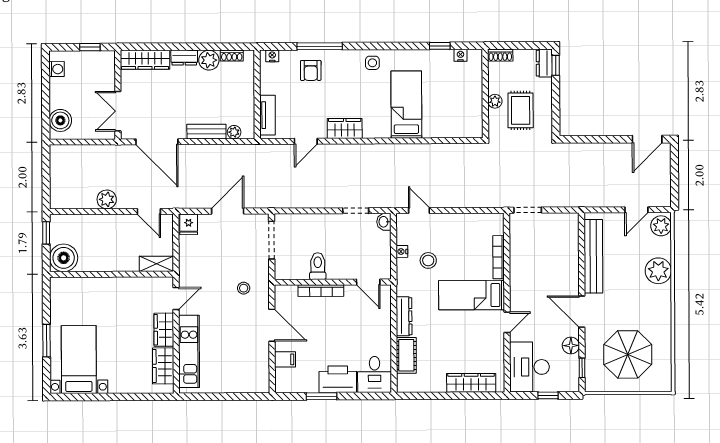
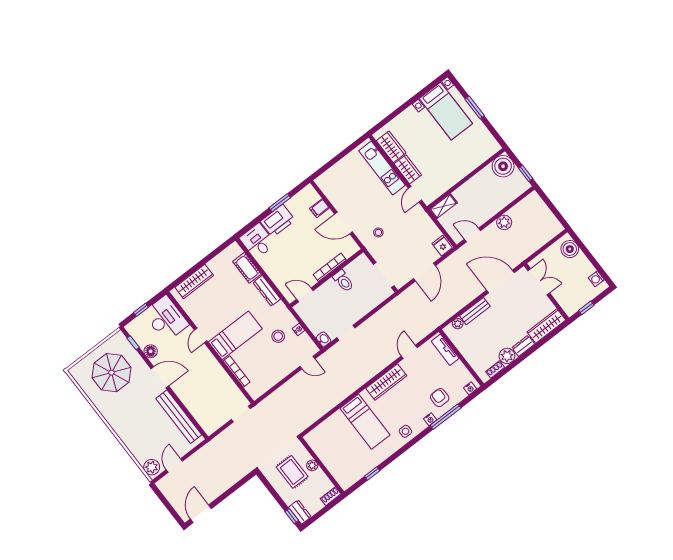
nightstand: (460, 55) -> (430, 419), moved
wardrobe: (345, 128) -> (386, 382), width x1.50
plant: (658, 271) -> (132, 438), removed

